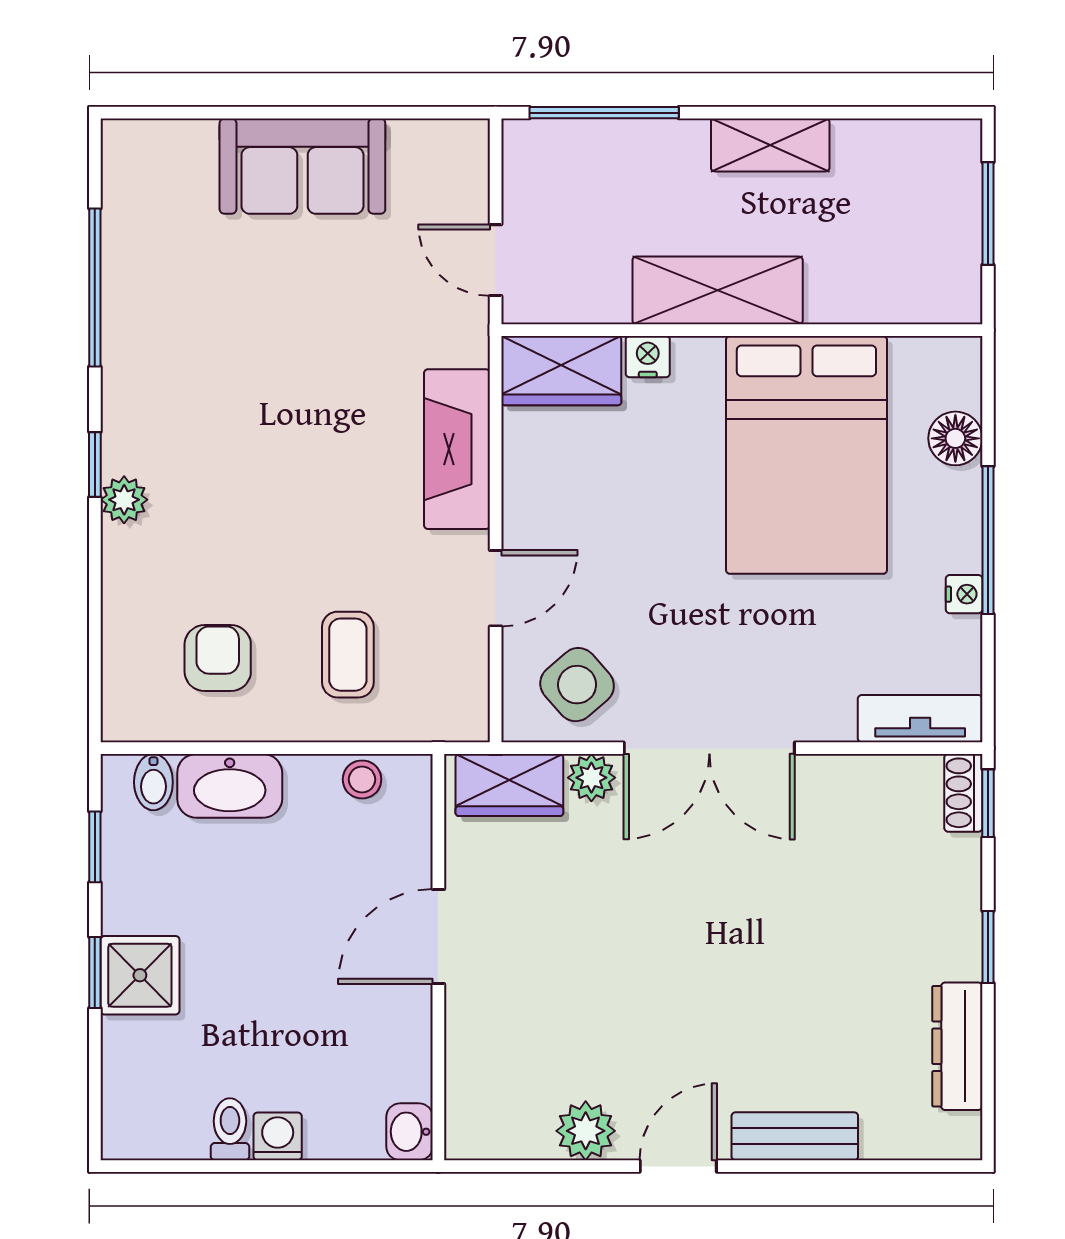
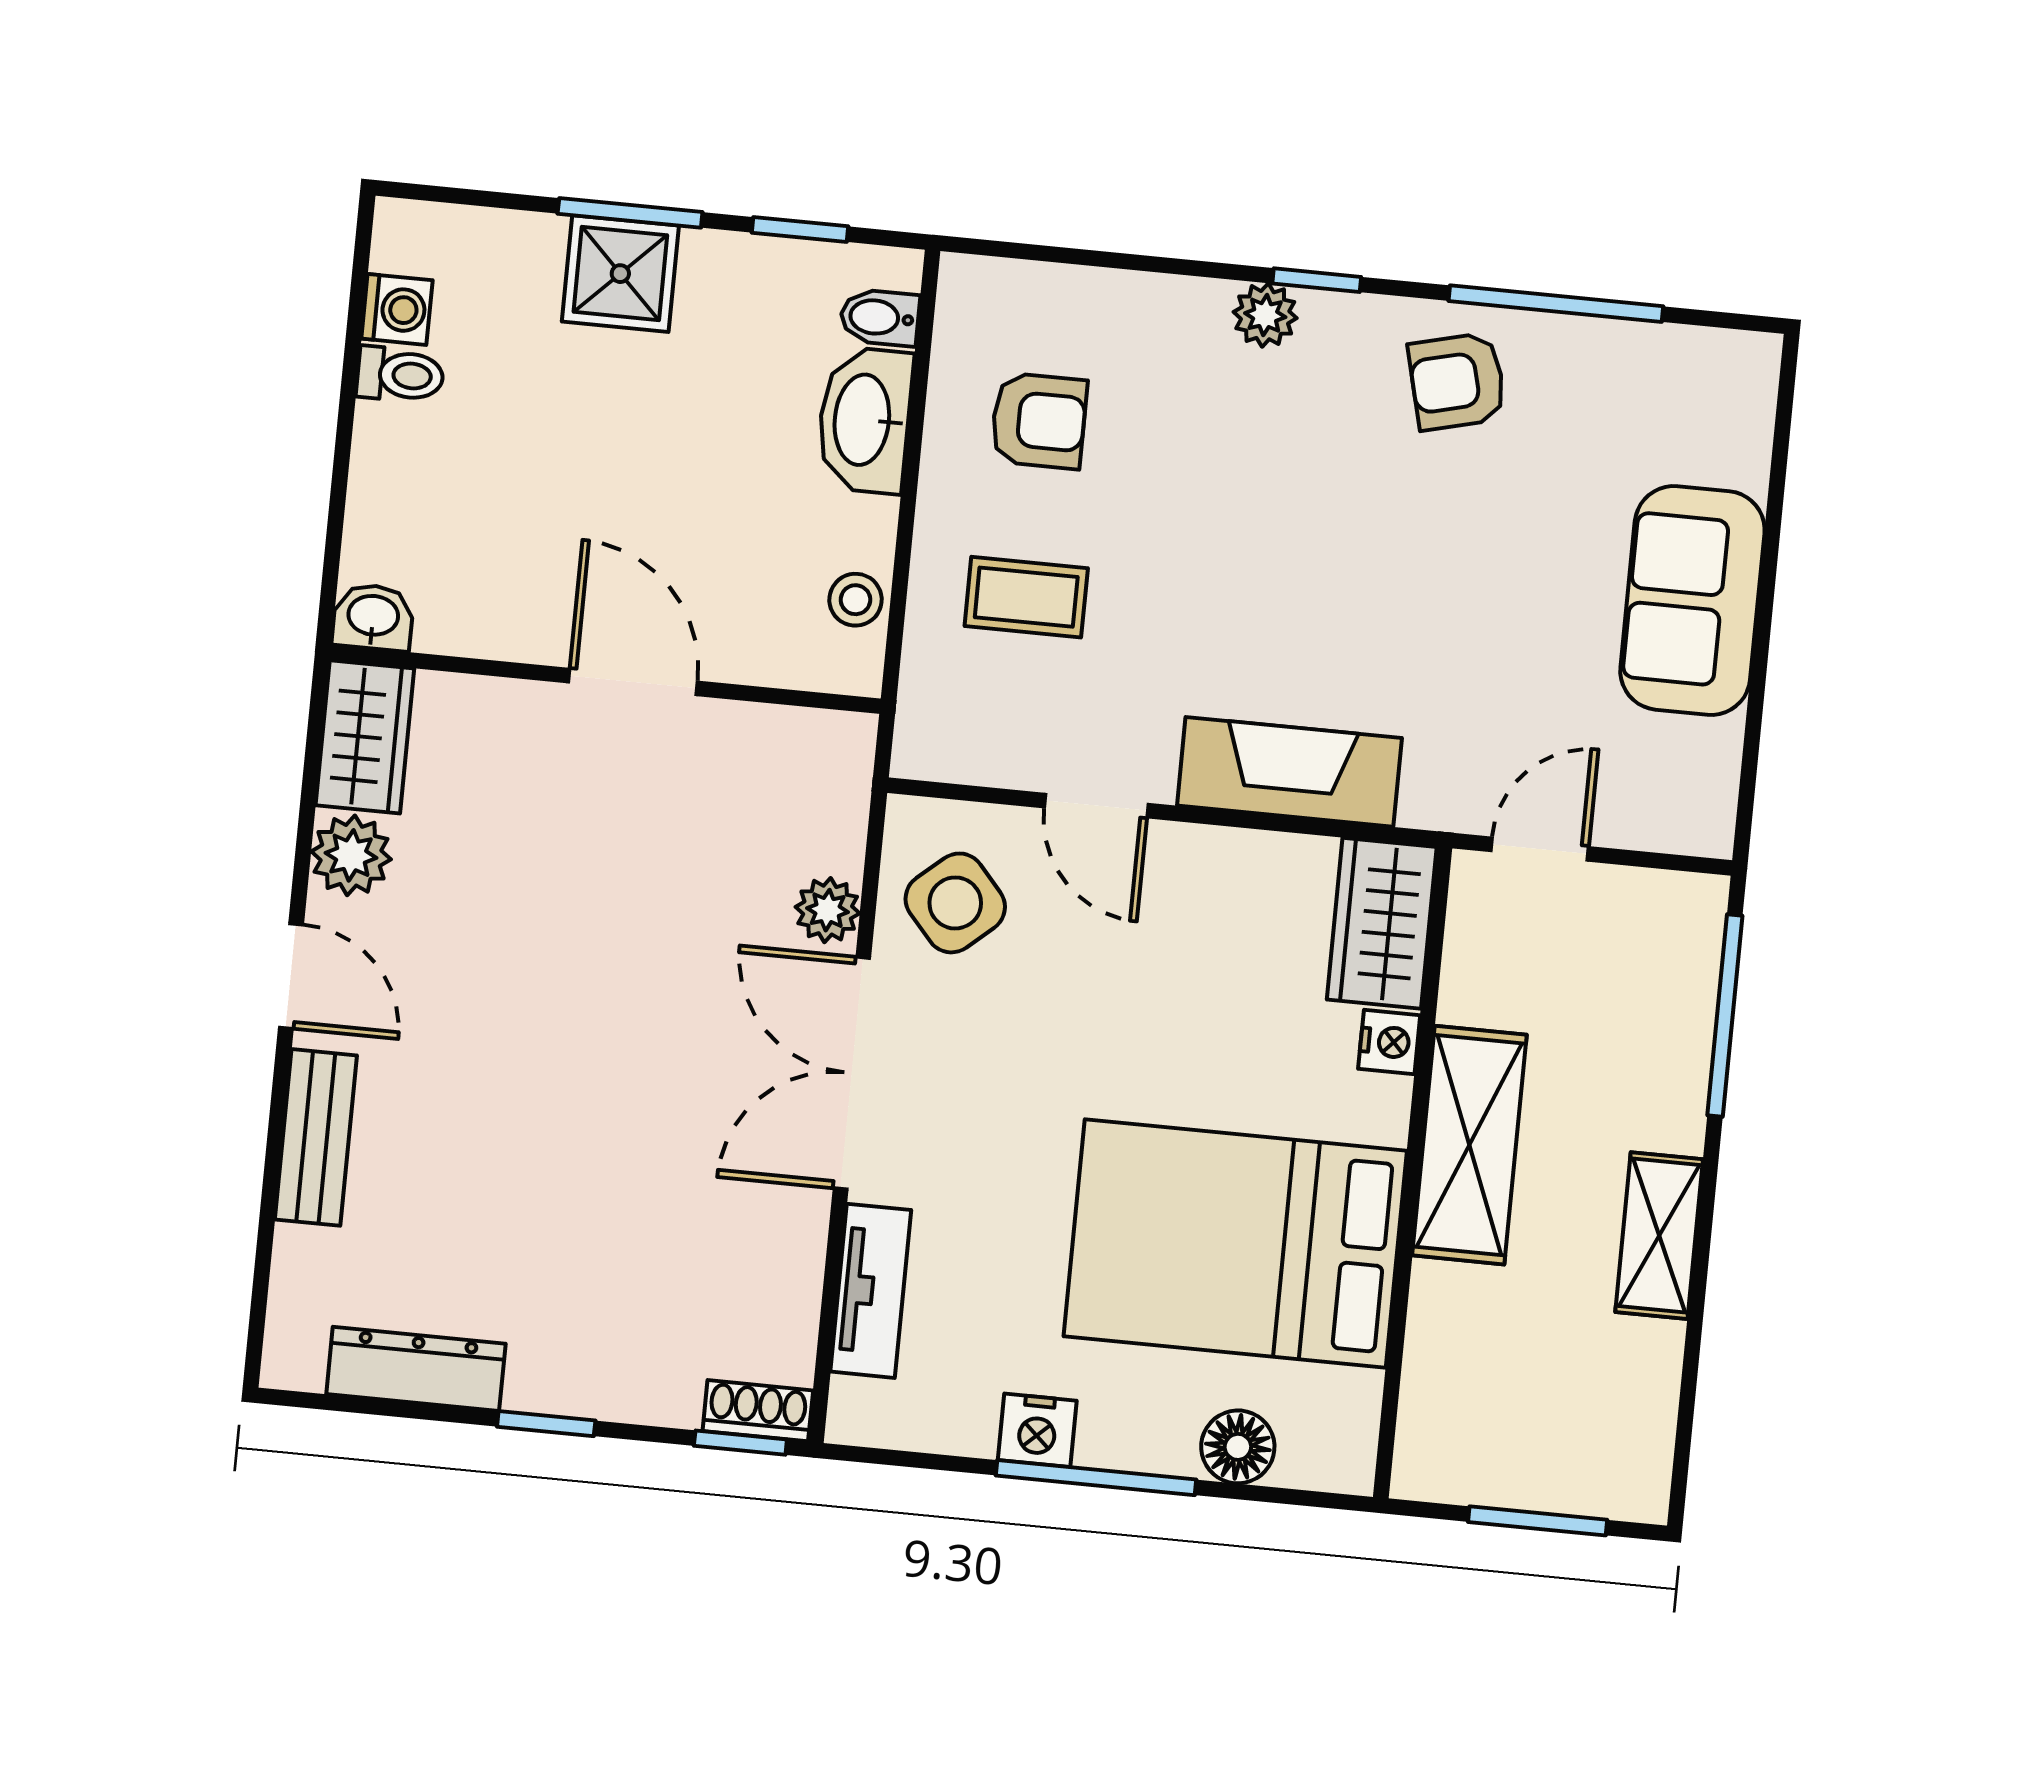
armchair: (159, 354) -> (1457, 381), added
nightstand: (964, 594) -> (1037, 1430), width x1.39, depth x1.35
tv unit: (920, 719) -> (871, 1291), moved
wardrobe: (509, 785) -> (365, 737), moved, turned 180
window: (95, 972) -> (630, 213), width x1.50
washing machine: (278, 1136) -> (397, 309), moved

